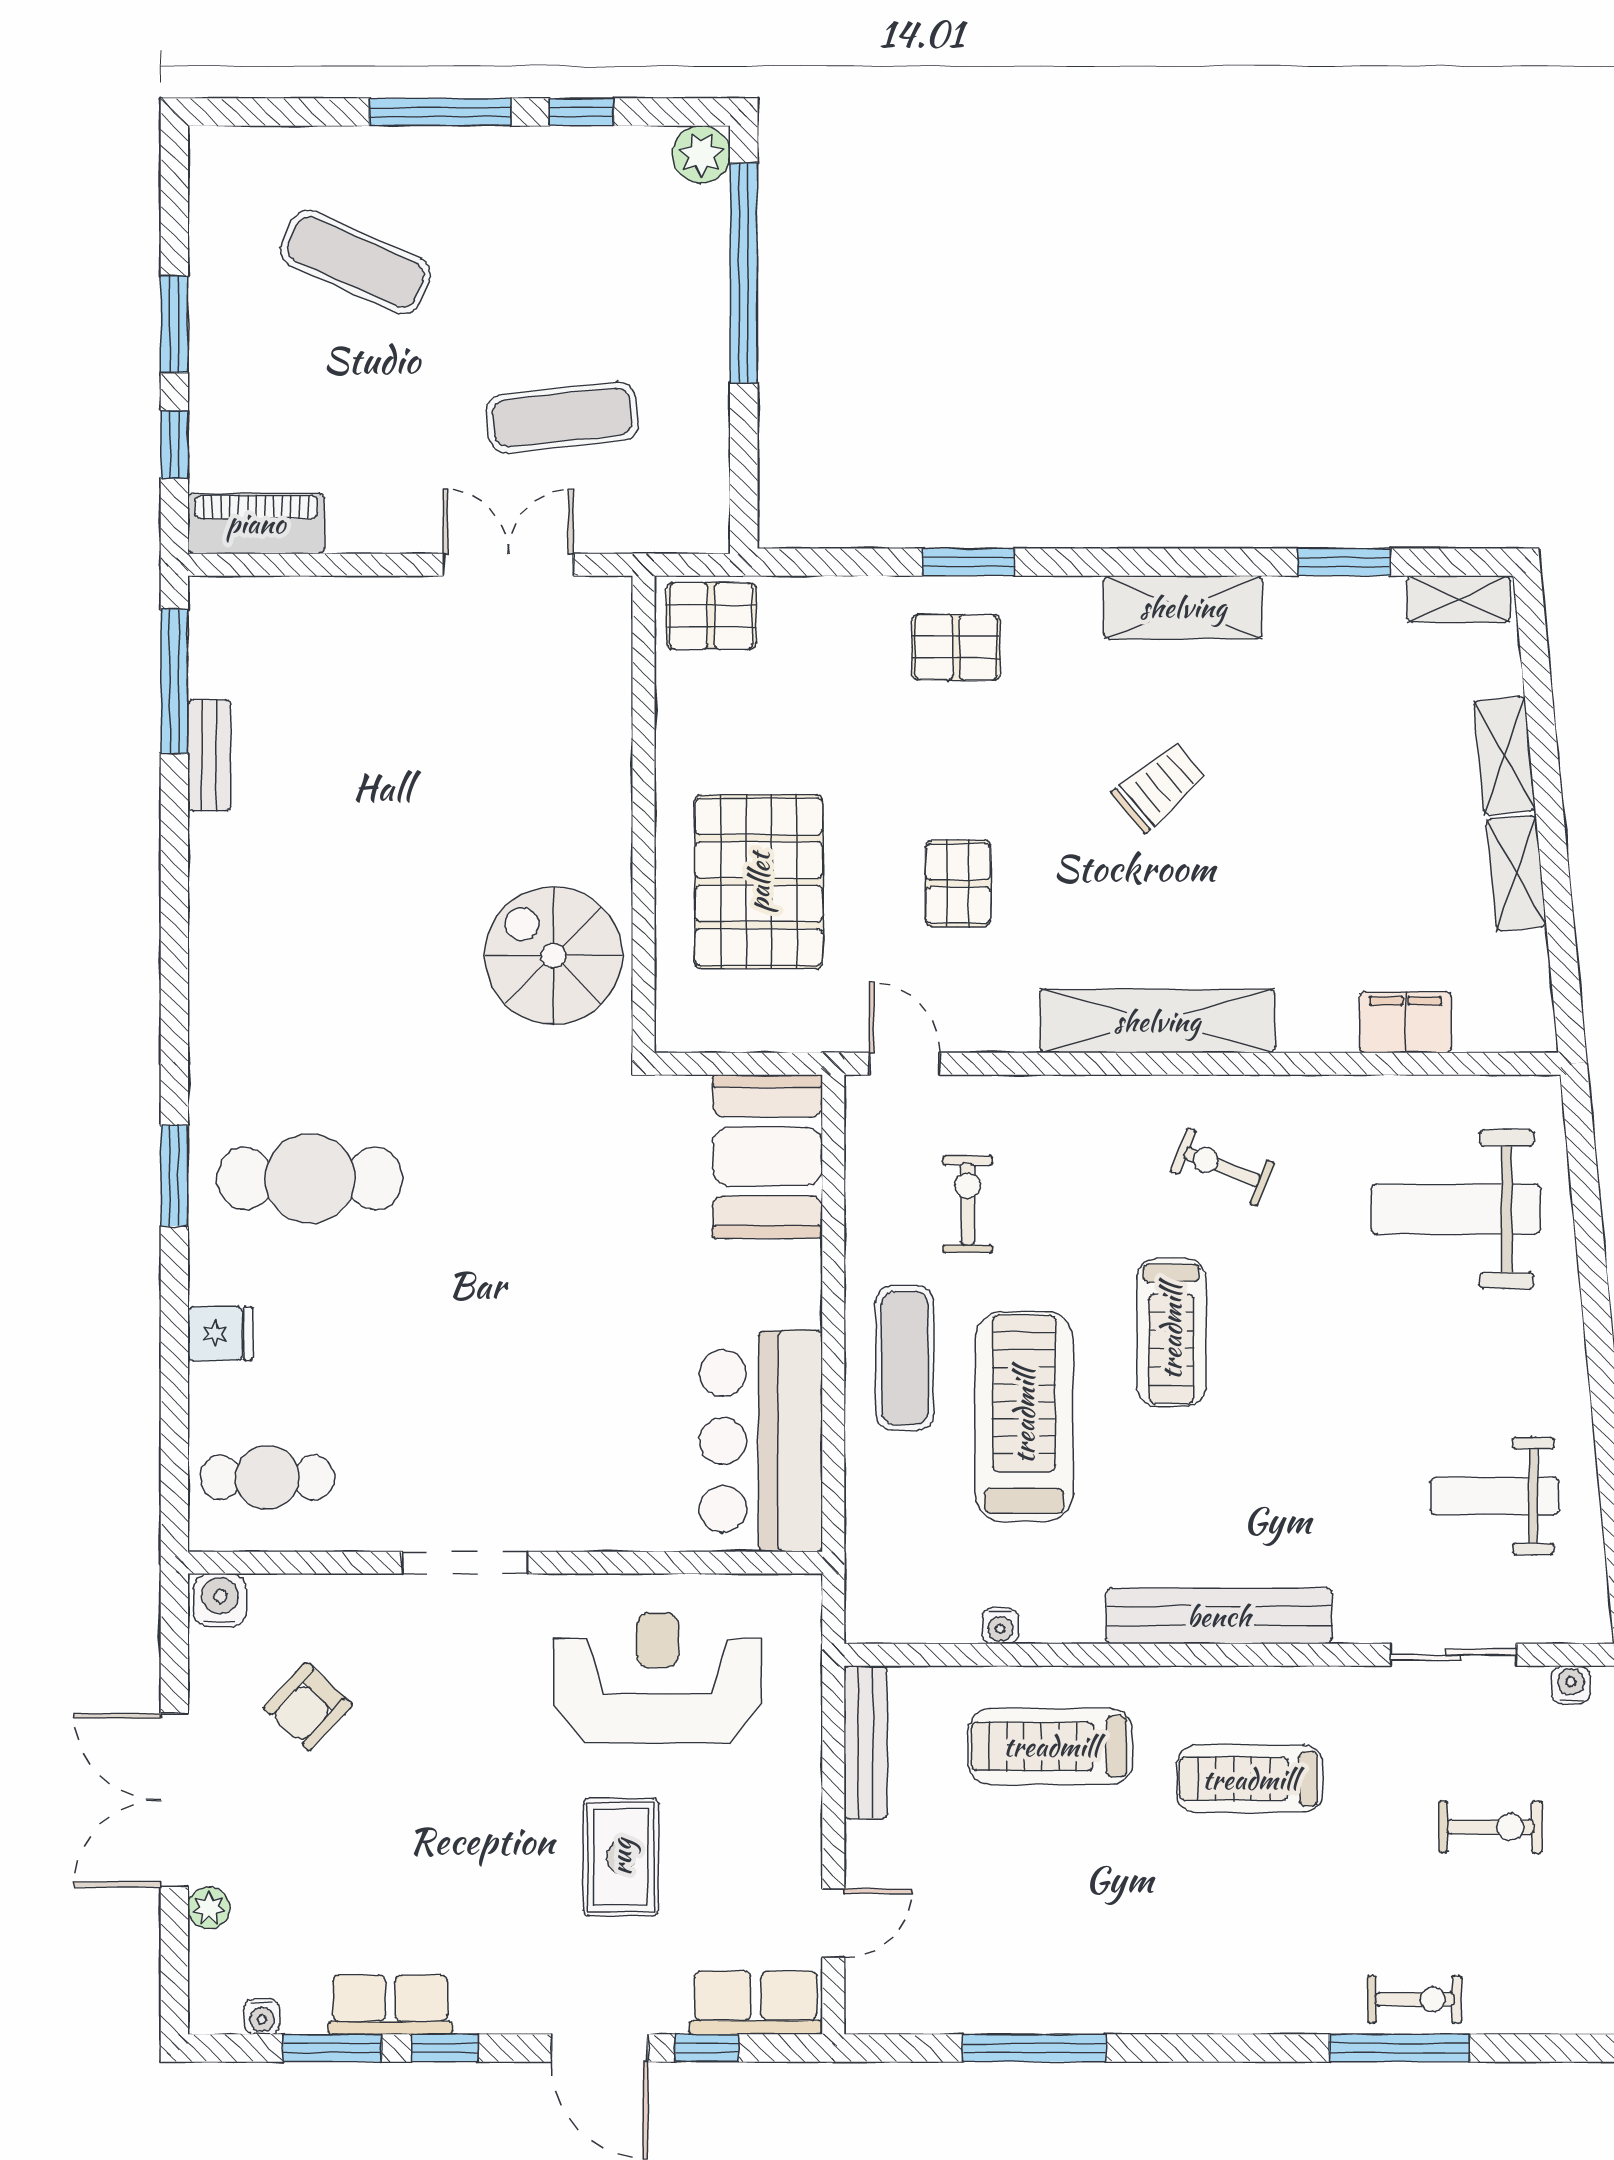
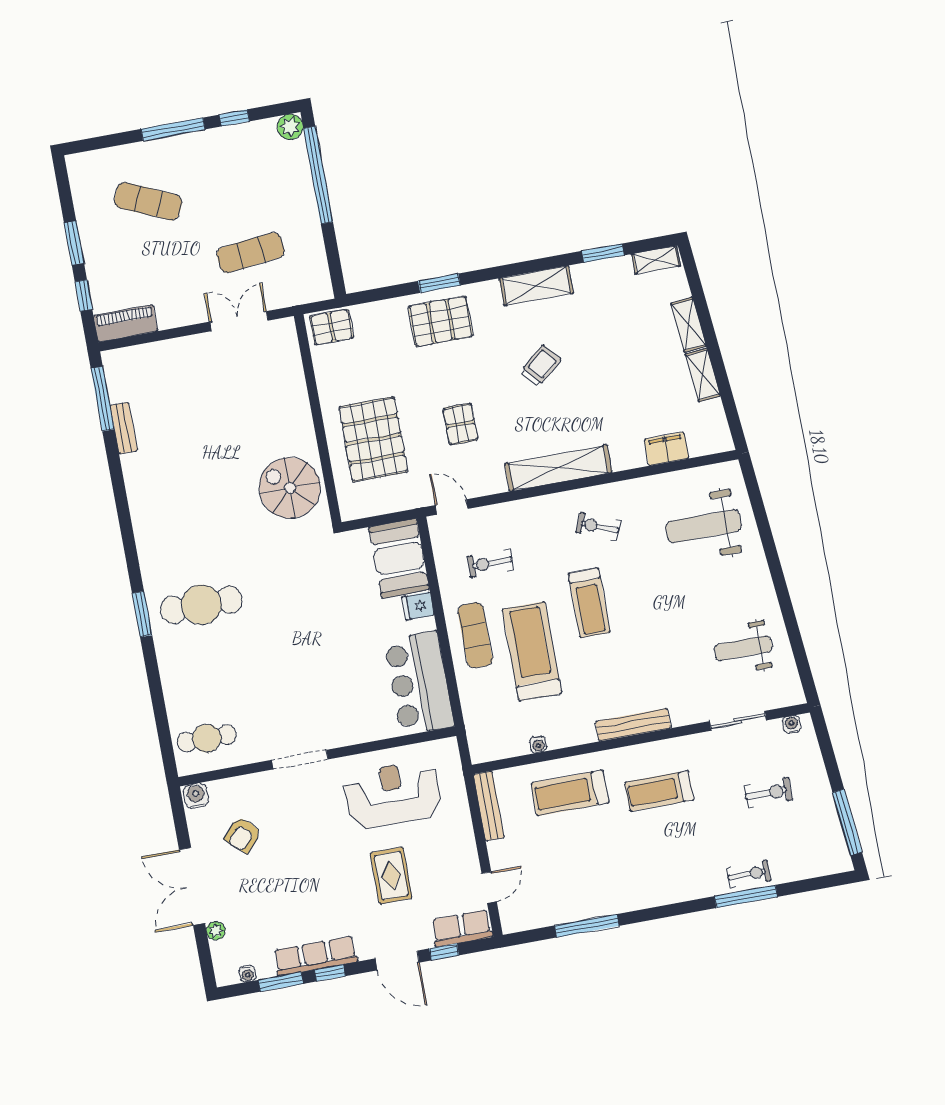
pallet: (956, 647) -> (441, 321), width x1.50, depth x1.42
exercise bike: (968, 1204) -> (490, 563), turned -90
fridge: (220, 1333) -> (418, 606), moved, turned 180
bench: (1219, 1616) -> (633, 725), width x0.73, depth x0.82
row of seats: (390, 2005) -> (316, 956), width x1.48

